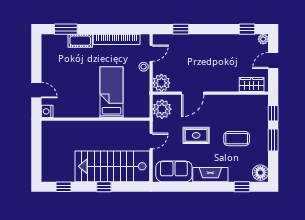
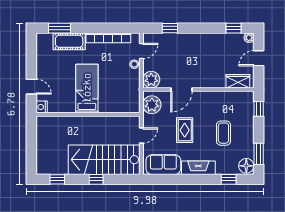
cot: (80, 41) -> (69, 41), width x1.37, depth x1.34
bed: (112, 92) -> (87, 88), moved
rug: (196, 135) -> (185, 130), turned 90
coffee table: (237, 139) -> (223, 133), turned 90
window: (273, 140) -> (259, 154), moved

